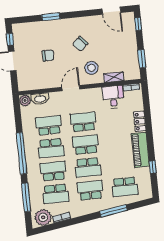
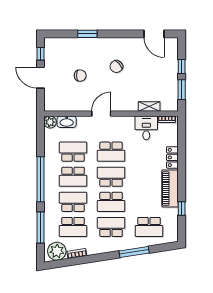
window: (138, 24) -> (182, 67), moved
stool: (91, 68) -> (126, 94), removed
school desk: (83, 122) -> (111, 152), turned 180

